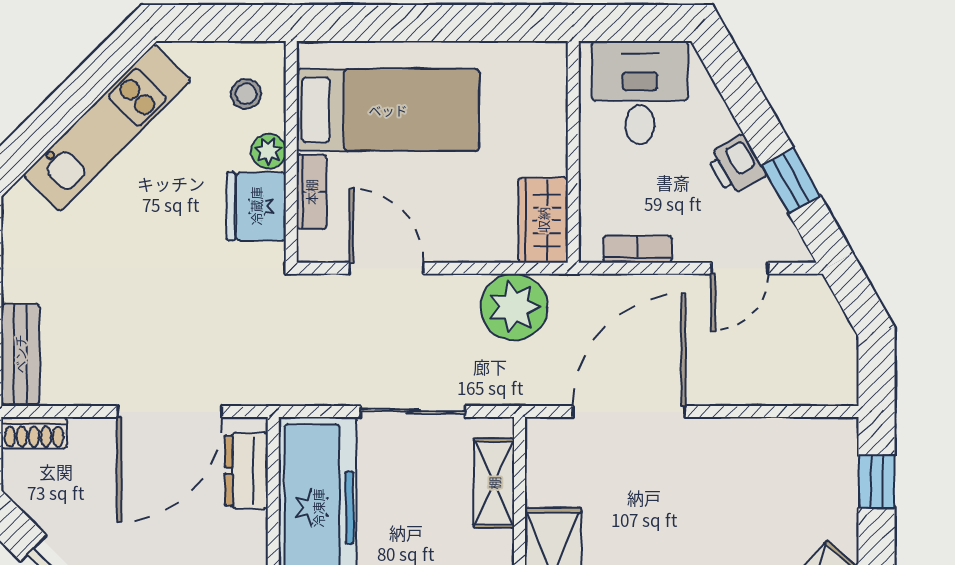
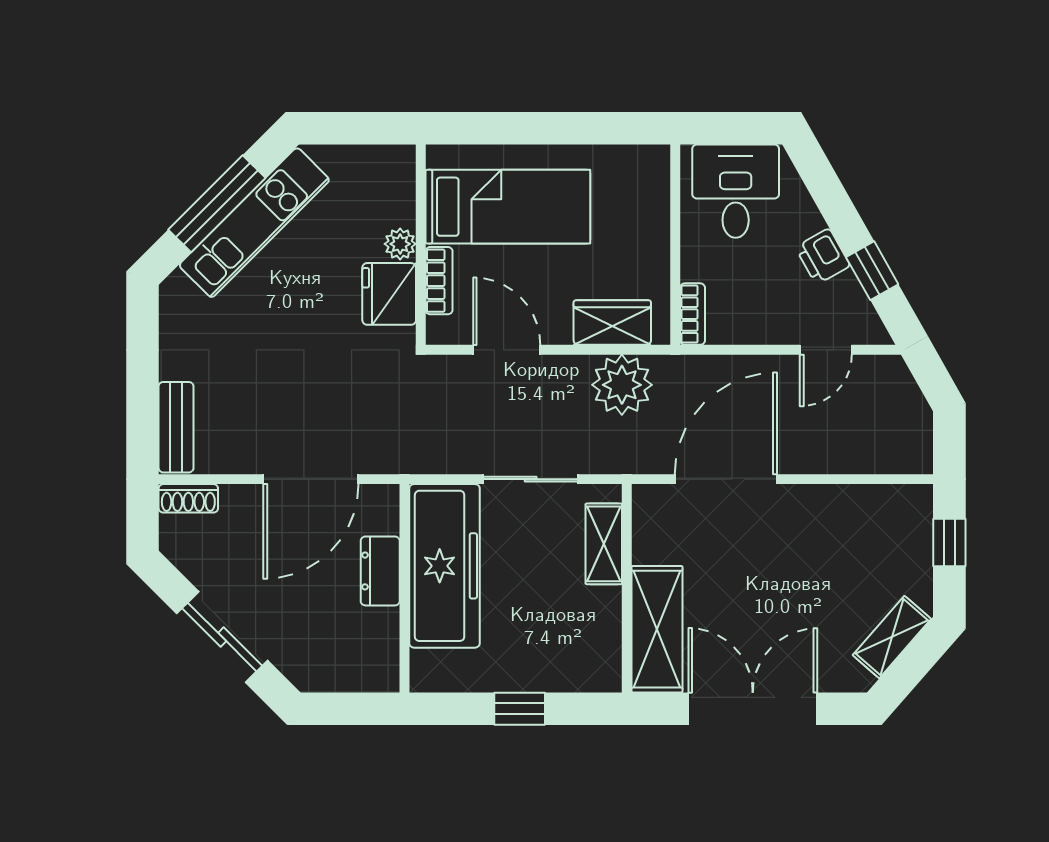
stool: (246, 94) -> (380, 192), removed
window: (65, 107) -> (217, 204), added
wardrobe: (543, 220) -> (612, 323), moved, turned 90
bookcase: (637, 249) -> (693, 314), moved, turned 90
dresser: (246, 471) -> (380, 571), moved

